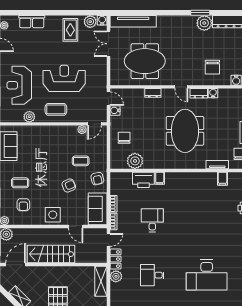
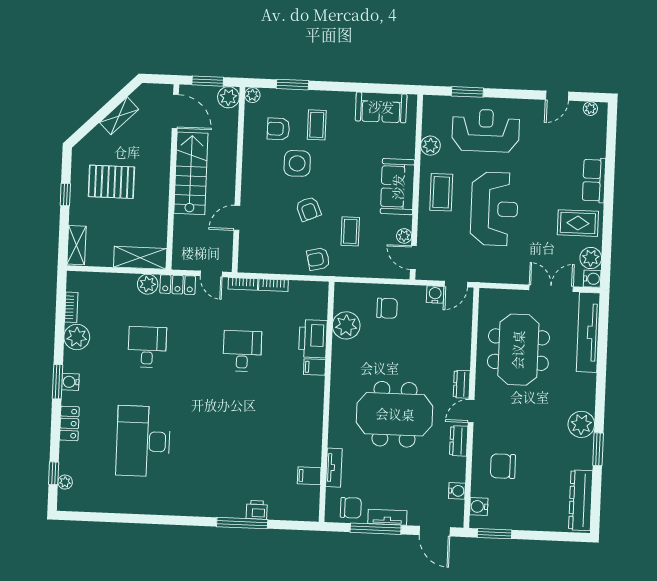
row of seats: (32, 22) -> (594, 180), moved
plant: (204, 23) -> (581, 424), moved
dresser: (153, 93) -> (462, 384), moved
water cooler: (213, 93) -> (457, 491), moved
sofa: (98, 209) -> (398, 187), moved, turned -90
side table: (53, 215) -> (297, 163), moved
desk: (152, 220) -> (242, 351), turned -90

